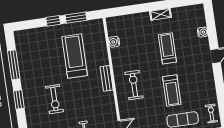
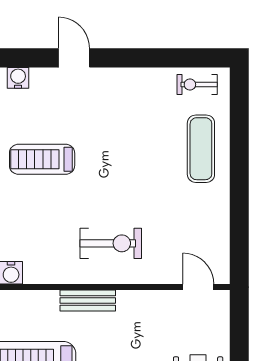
exercise bike: (134, 85) -> (111, 243), turned 180
treadmill: (172, 91) -> (135, 163), removed

